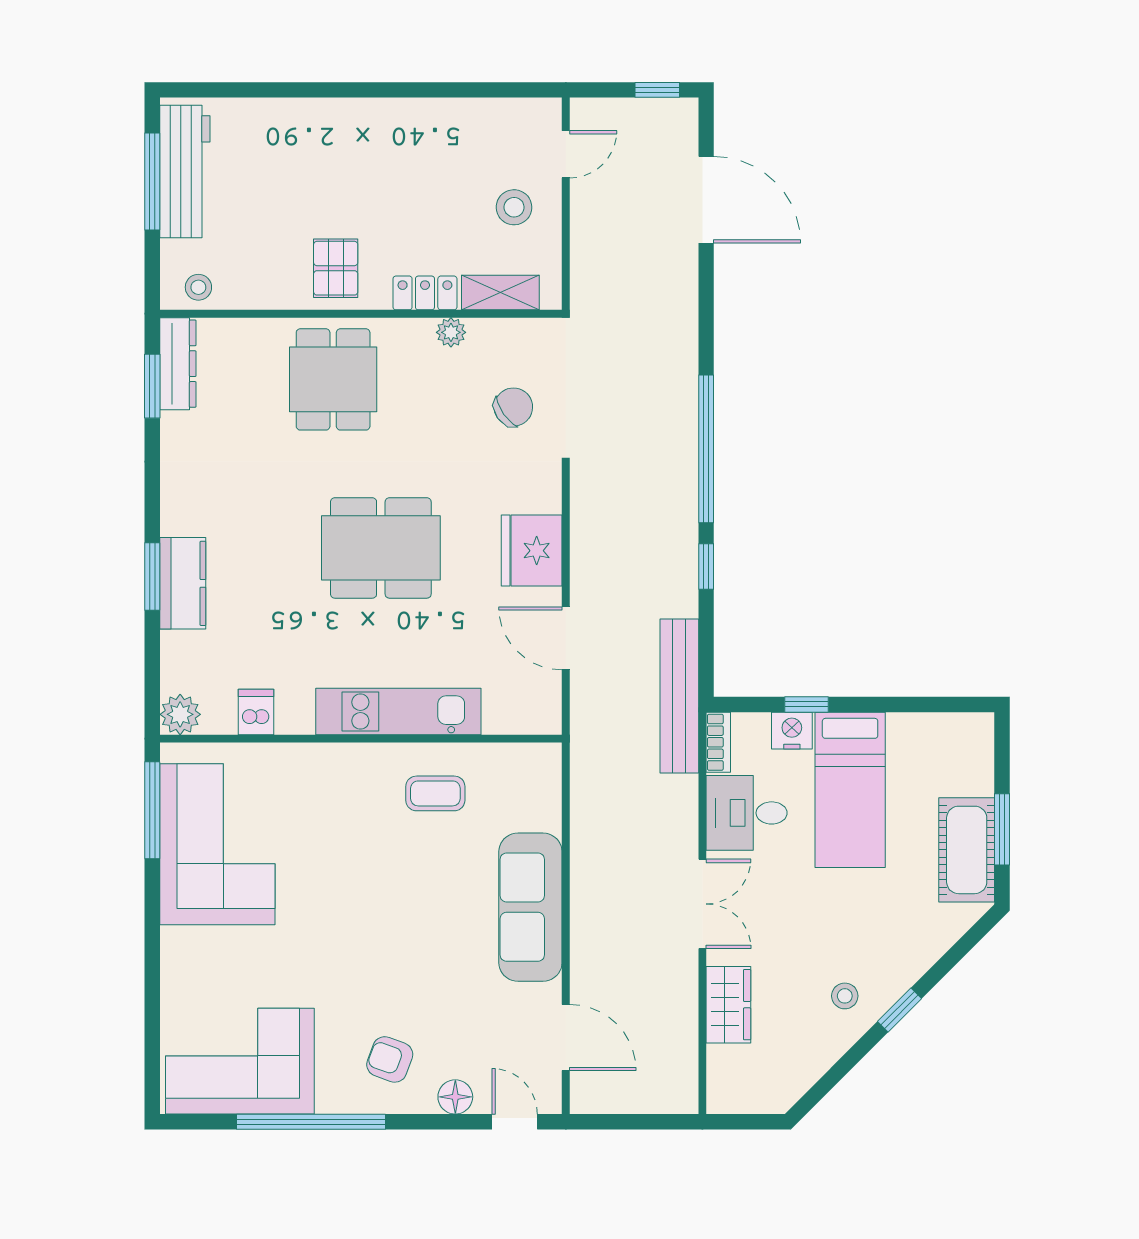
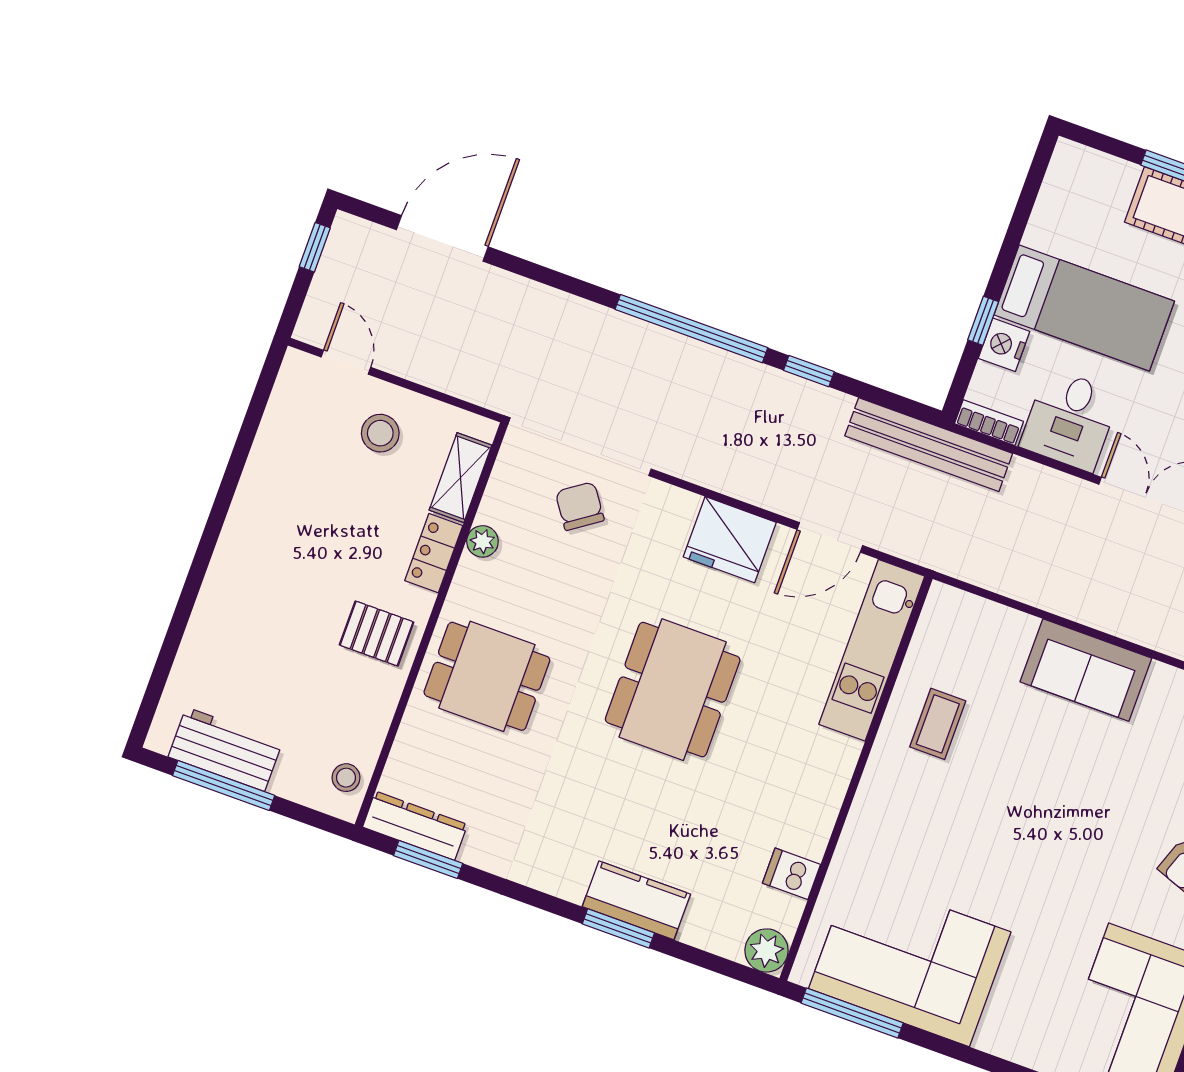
workbench: (185, 171) -> (225, 749), width x0.73
kitchen unit: (398, 712) -> (872, 650), moved
sofa: (530, 907) -> (1086, 670), width x0.73

